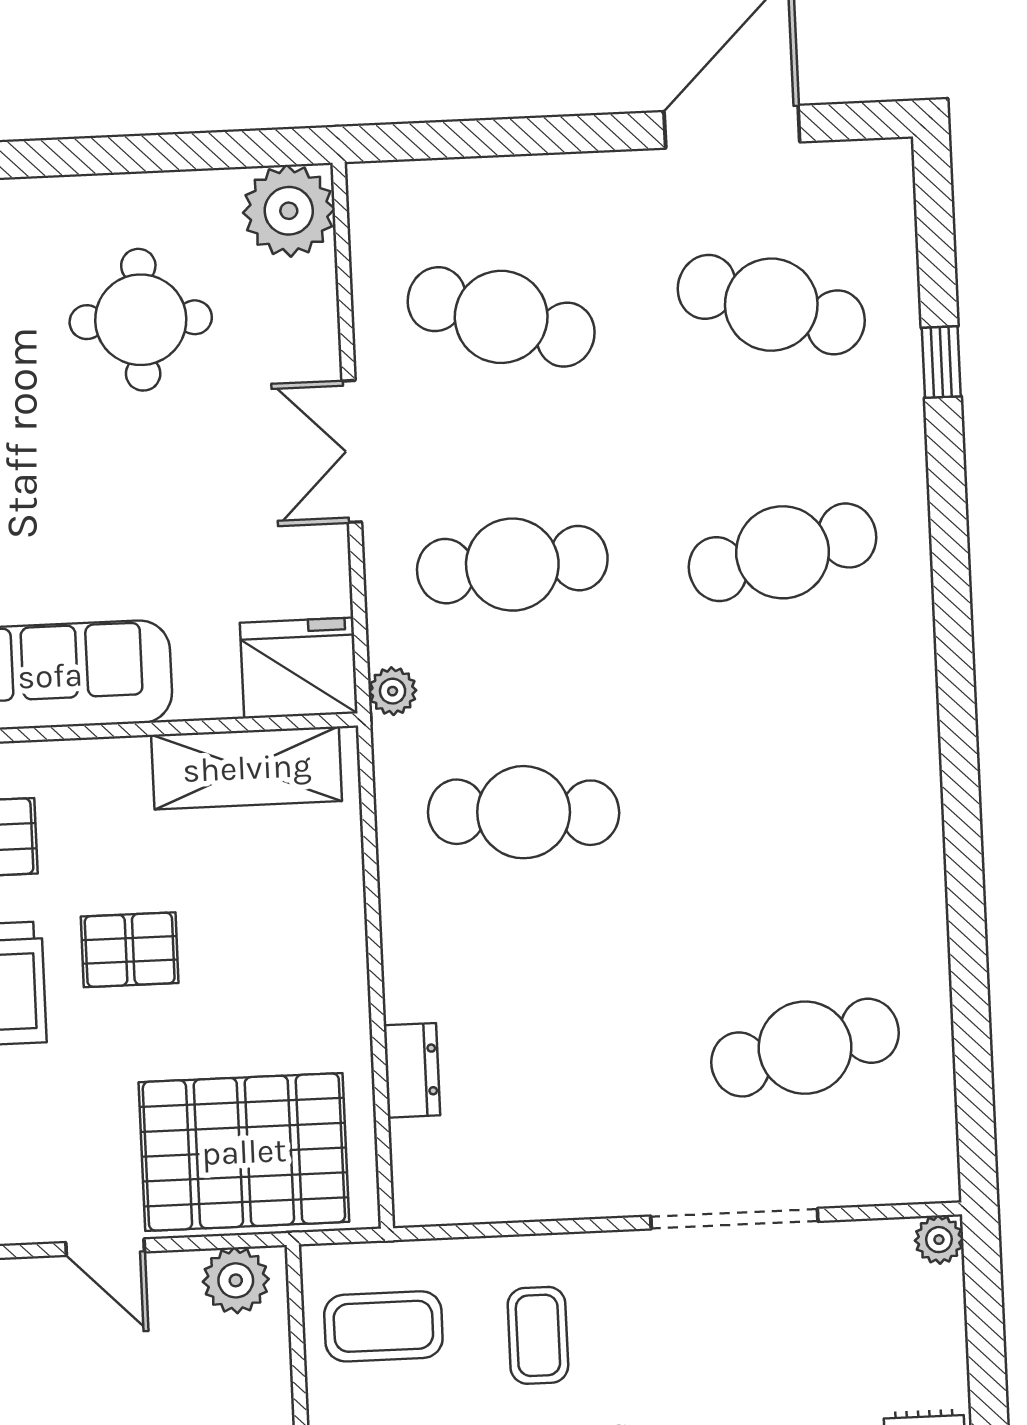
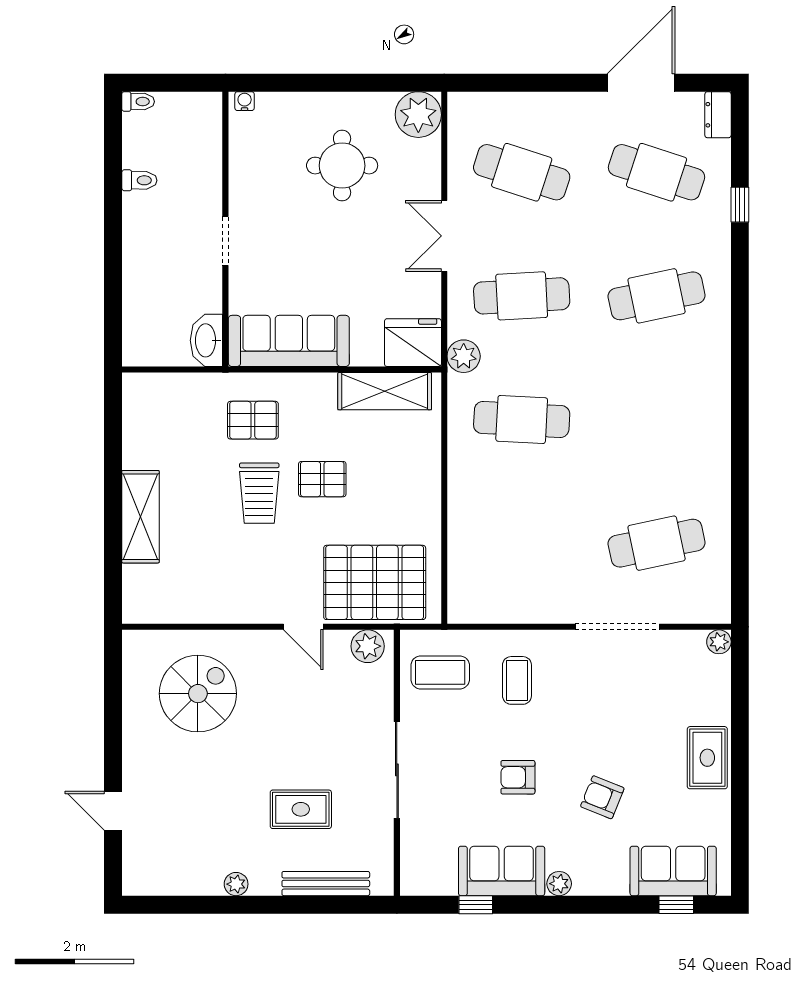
plant: (393, 691) -> (464, 356), width x1.38, depth x1.38
dresser: (412, 1070) -> (718, 115), moved, turned 180

